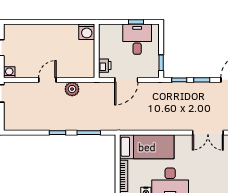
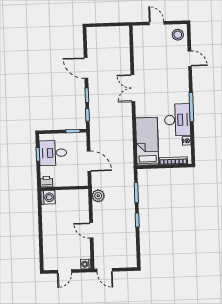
printer: (105, 66) -> (46, 182), moved
plant: (72, 89) -> (98, 196), moved
double door: (208, 133) -> (133, 88), swing flipped

